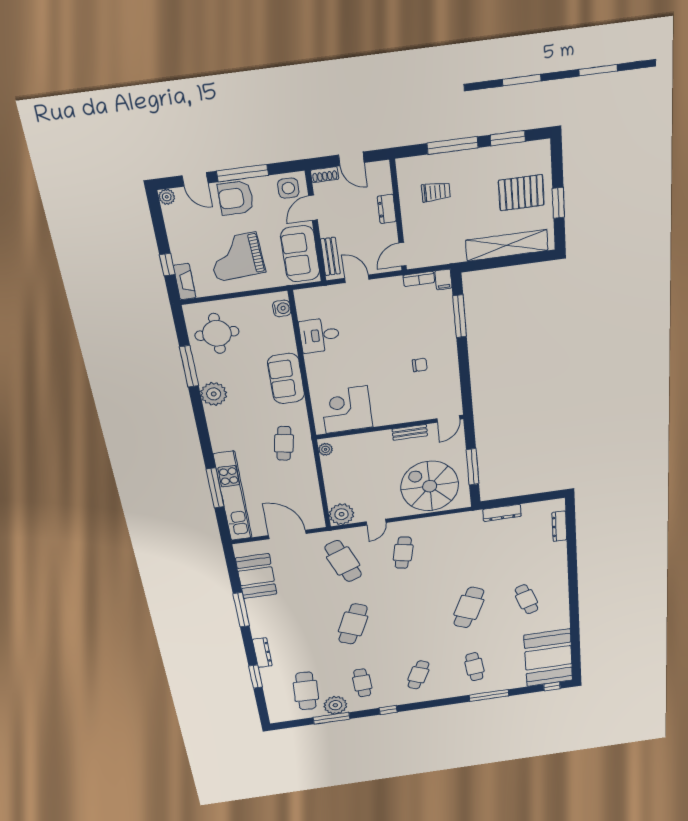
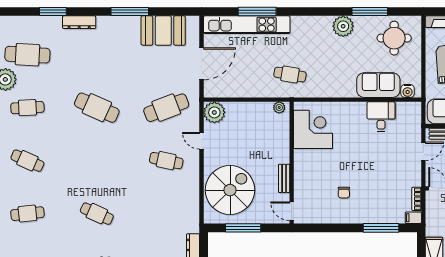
sofa: (286, 379) -> (378, 85), moved
cafe table: (469, 607) -> (97, 214), width x0.73, depth x0.74

